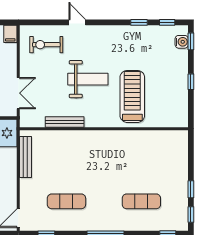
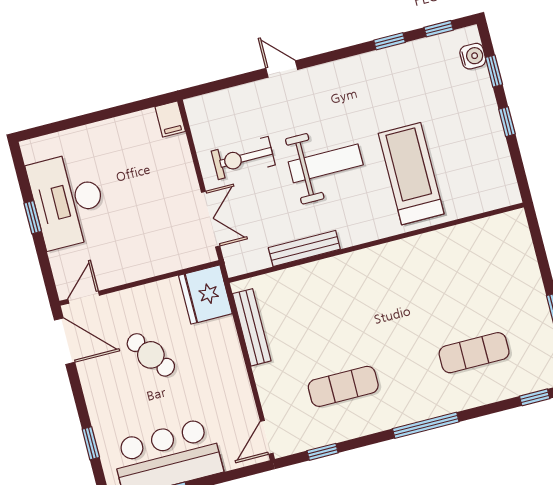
window: (191, 41) -> (494, 71), moved
exercise bike: (46, 45) -> (243, 158), moved

